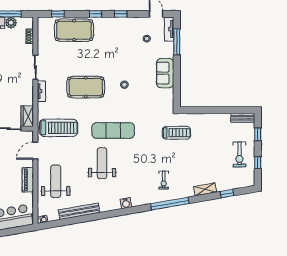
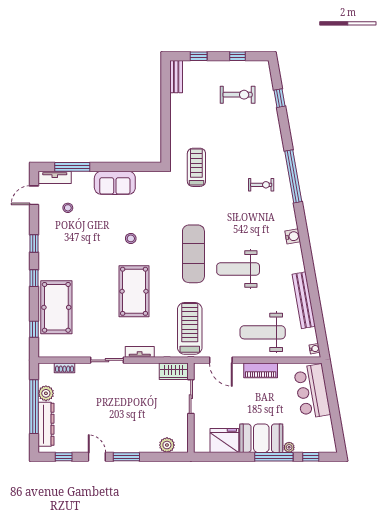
exercise bike: (239, 154) -> (238, 95), moved
shelving: (205, 189) -> (274, 128), removed

